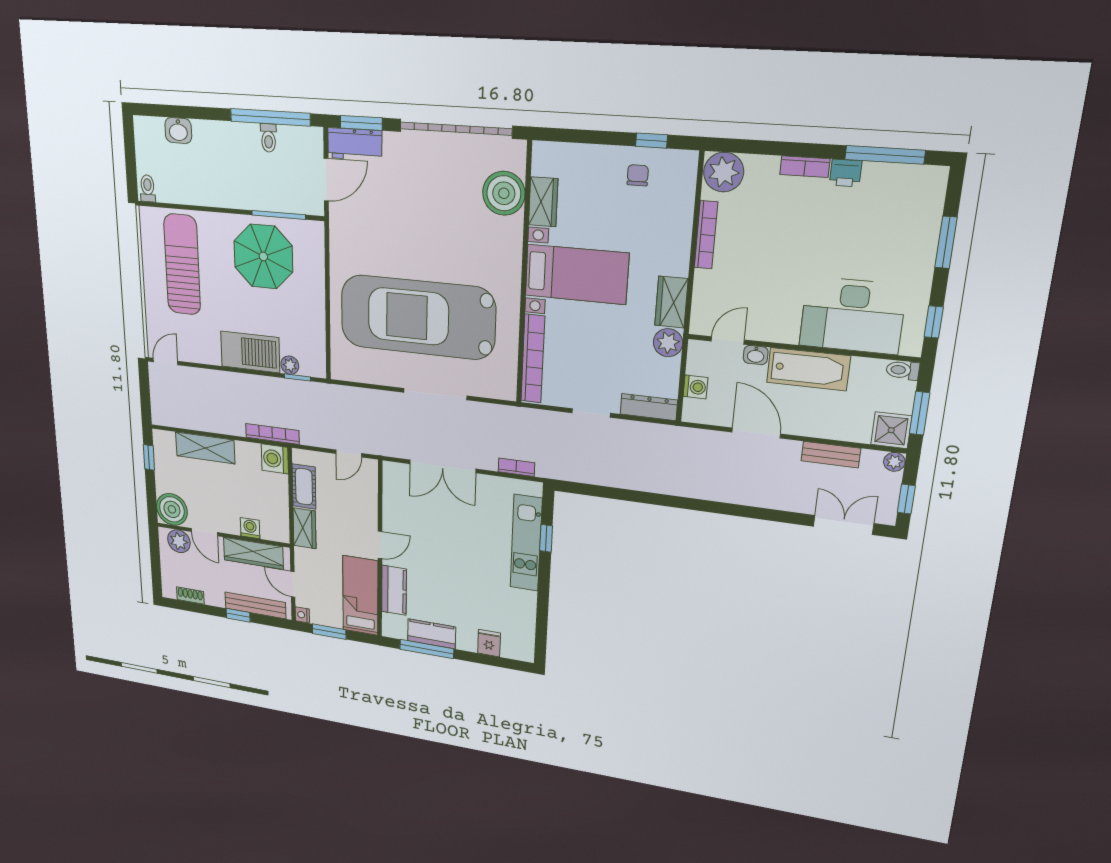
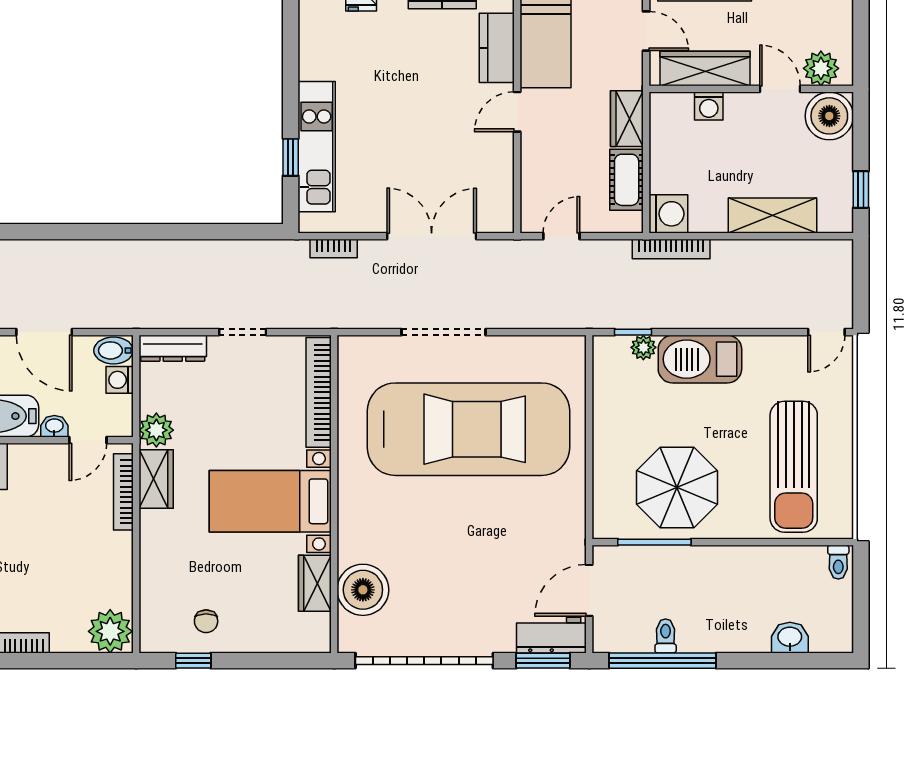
bookcase: (706, 235) -> (123, 492), moved
bidet: (699, 411) -> (114, 350), added

